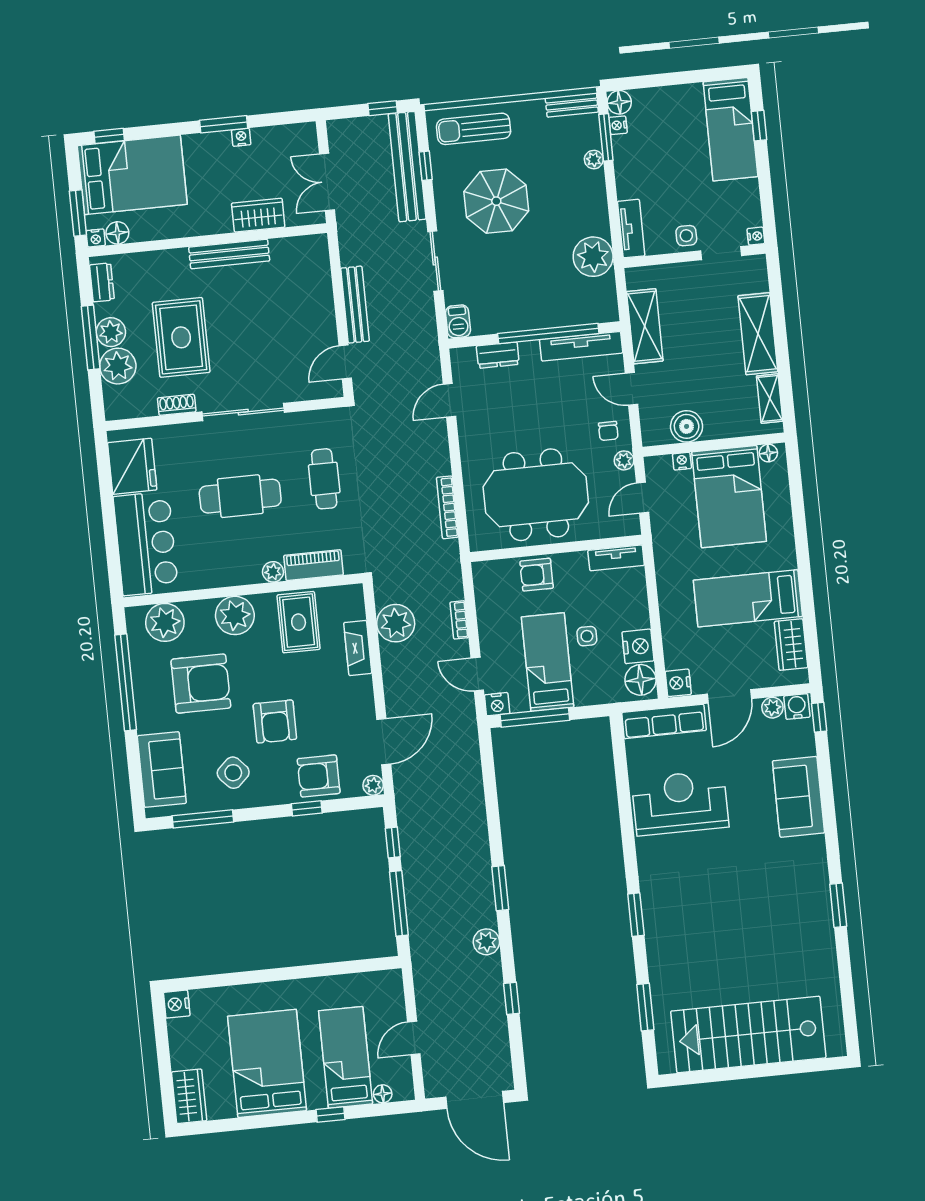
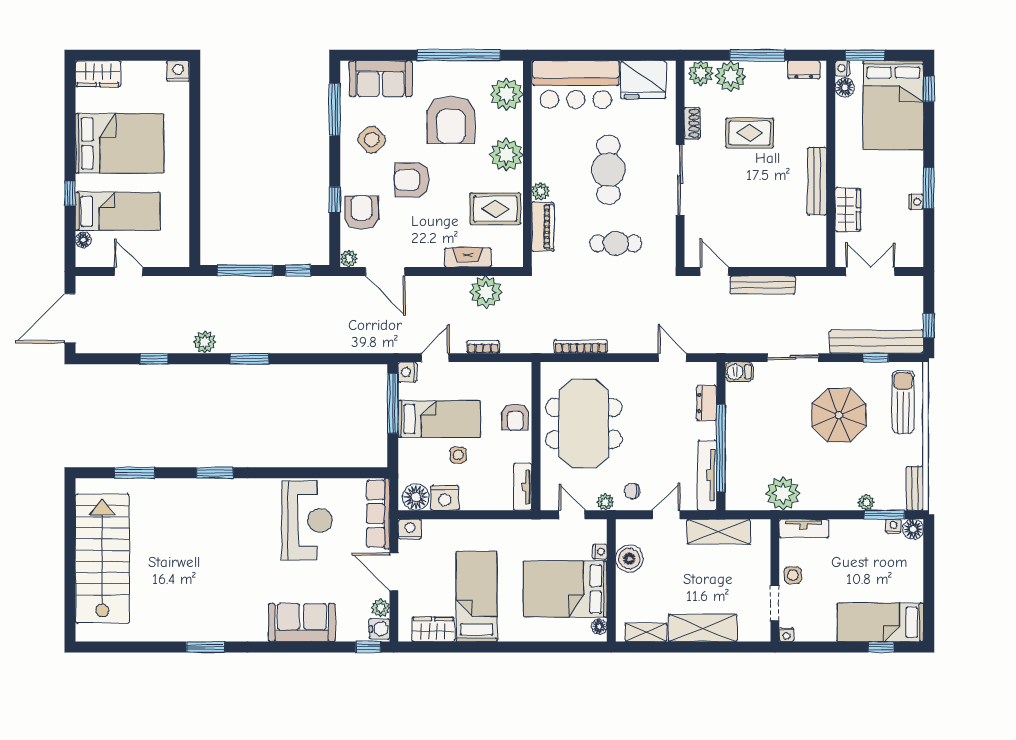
plant: (111, 332) -> (701, 73), moved
rug: (181, 337) -> (750, 133), width x0.73, depth x0.70
armchair: (537, 575) -> (515, 417), turned 180

